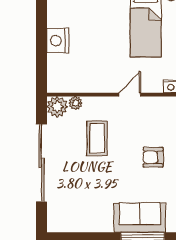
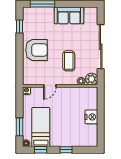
armchair: (153, 157) -> (36, 50), width x1.88, depth x1.88
sofa: (140, 218) -> (69, 15), moved

